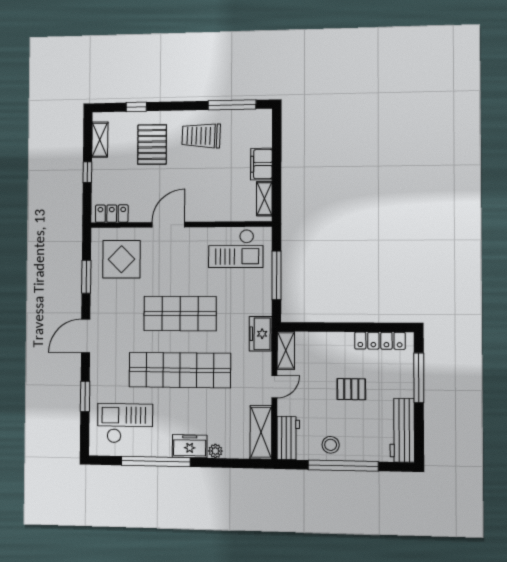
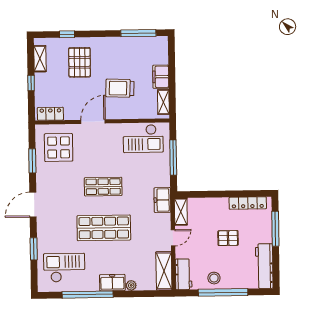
trolley: (201, 136) -> (120, 88), moved
shop shelf: (180, 313) -> (103, 187), width x0.70, depth x0.74
shop shelf: (180, 370) -> (104, 228), width x0.71

